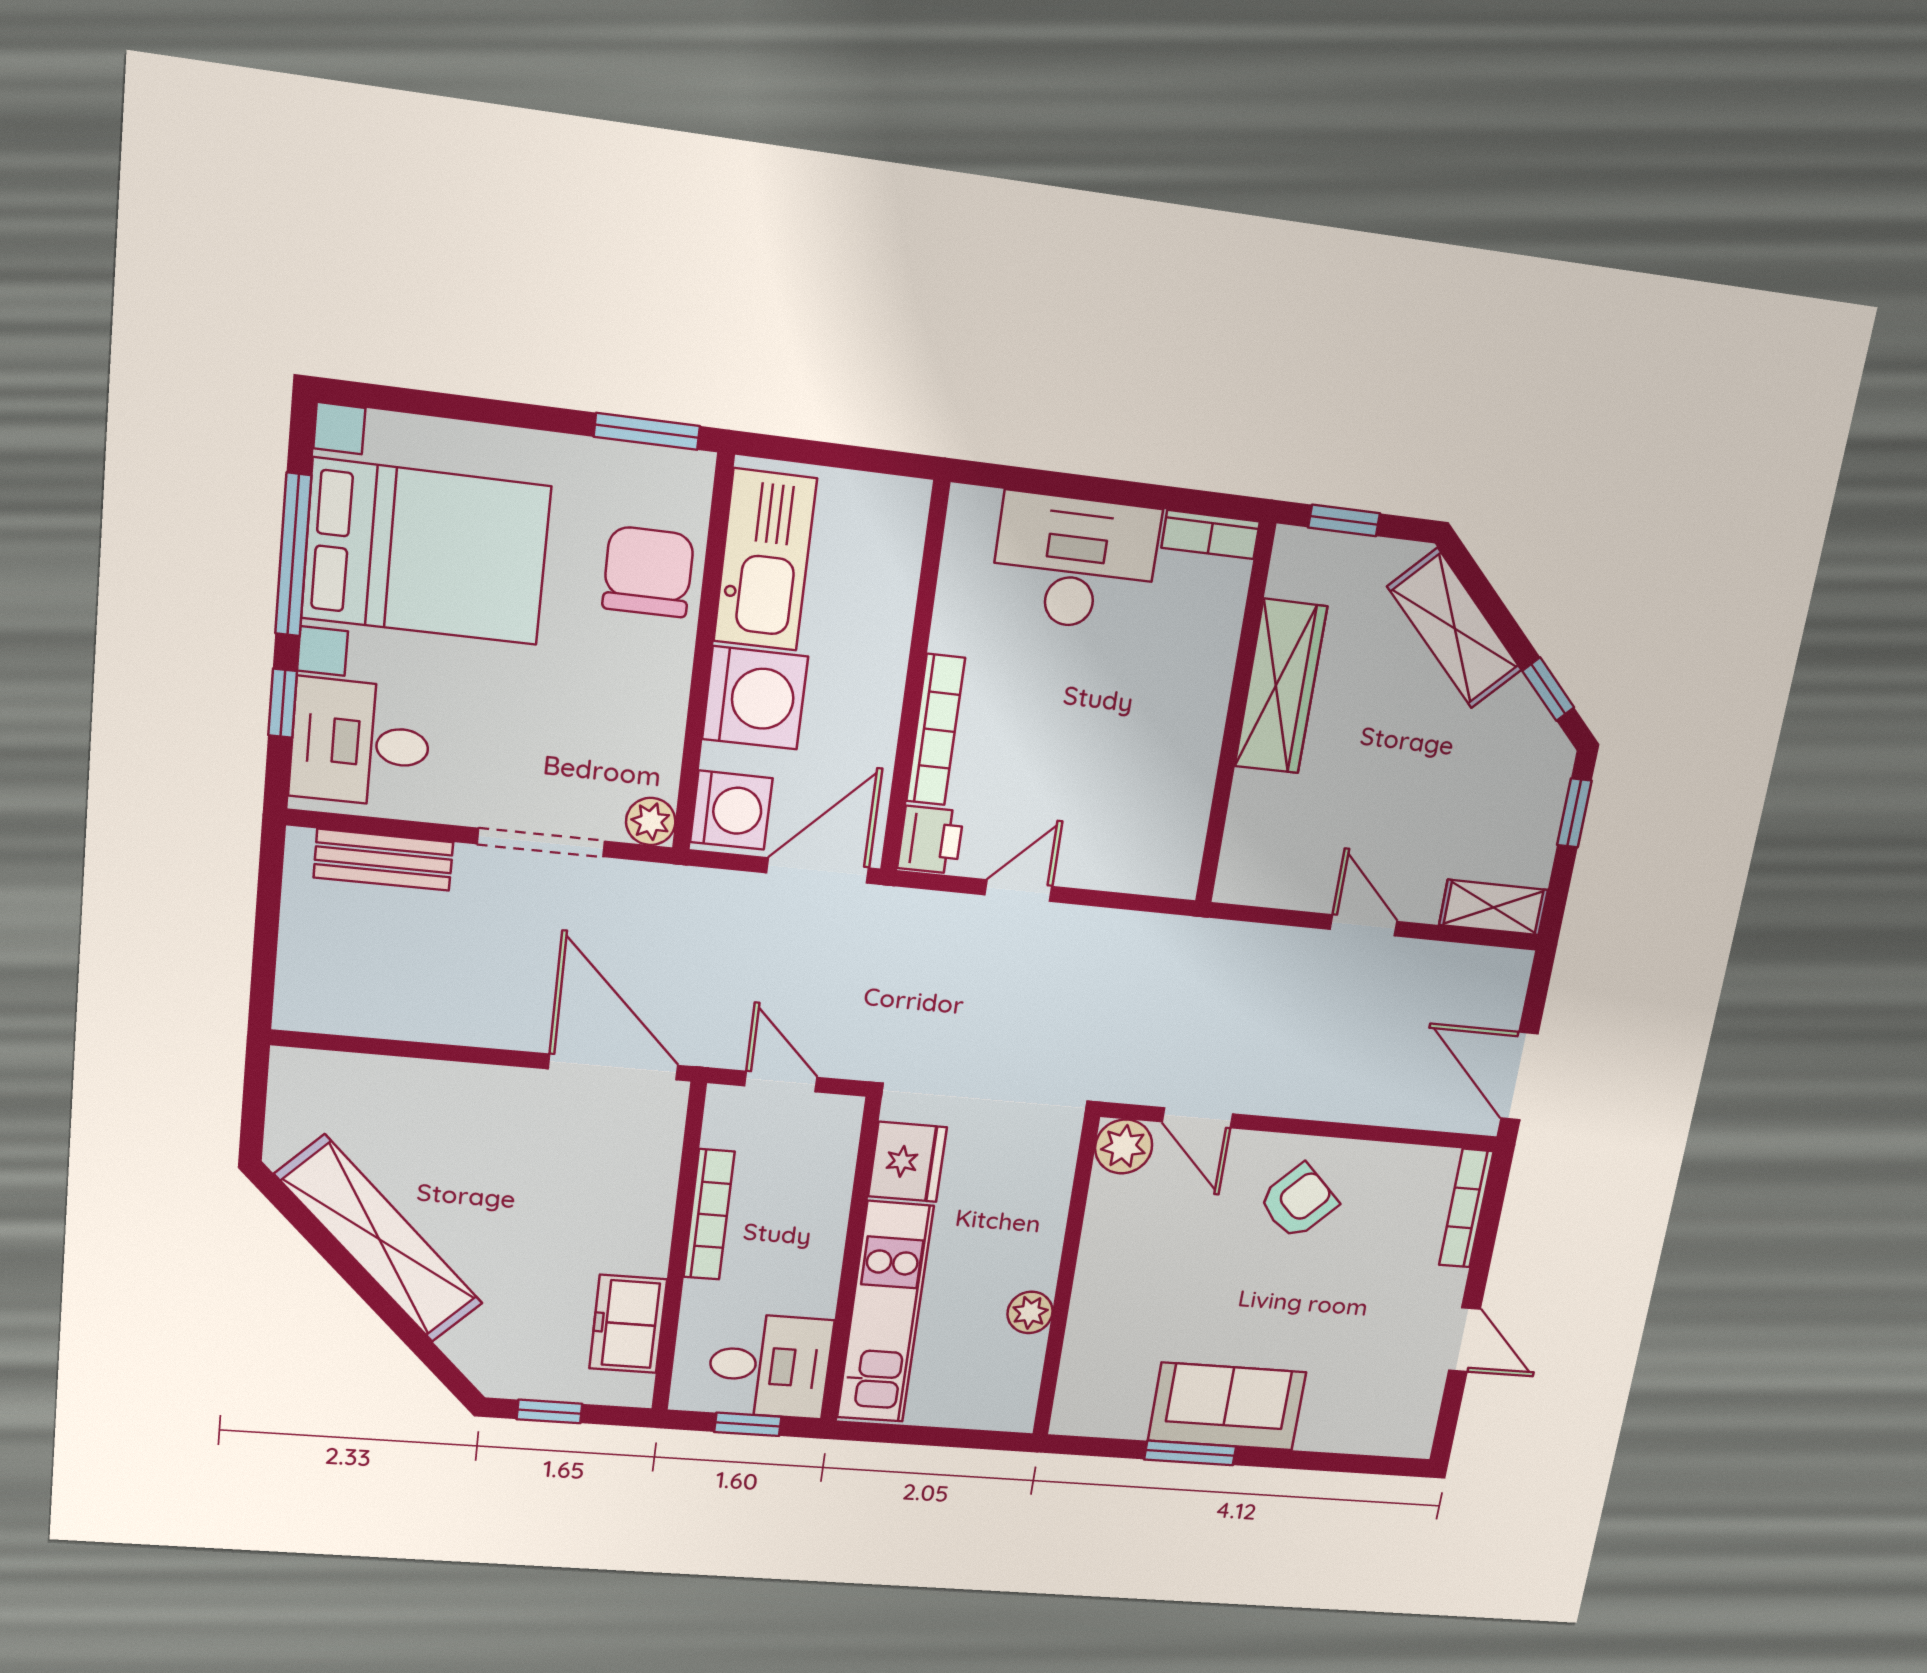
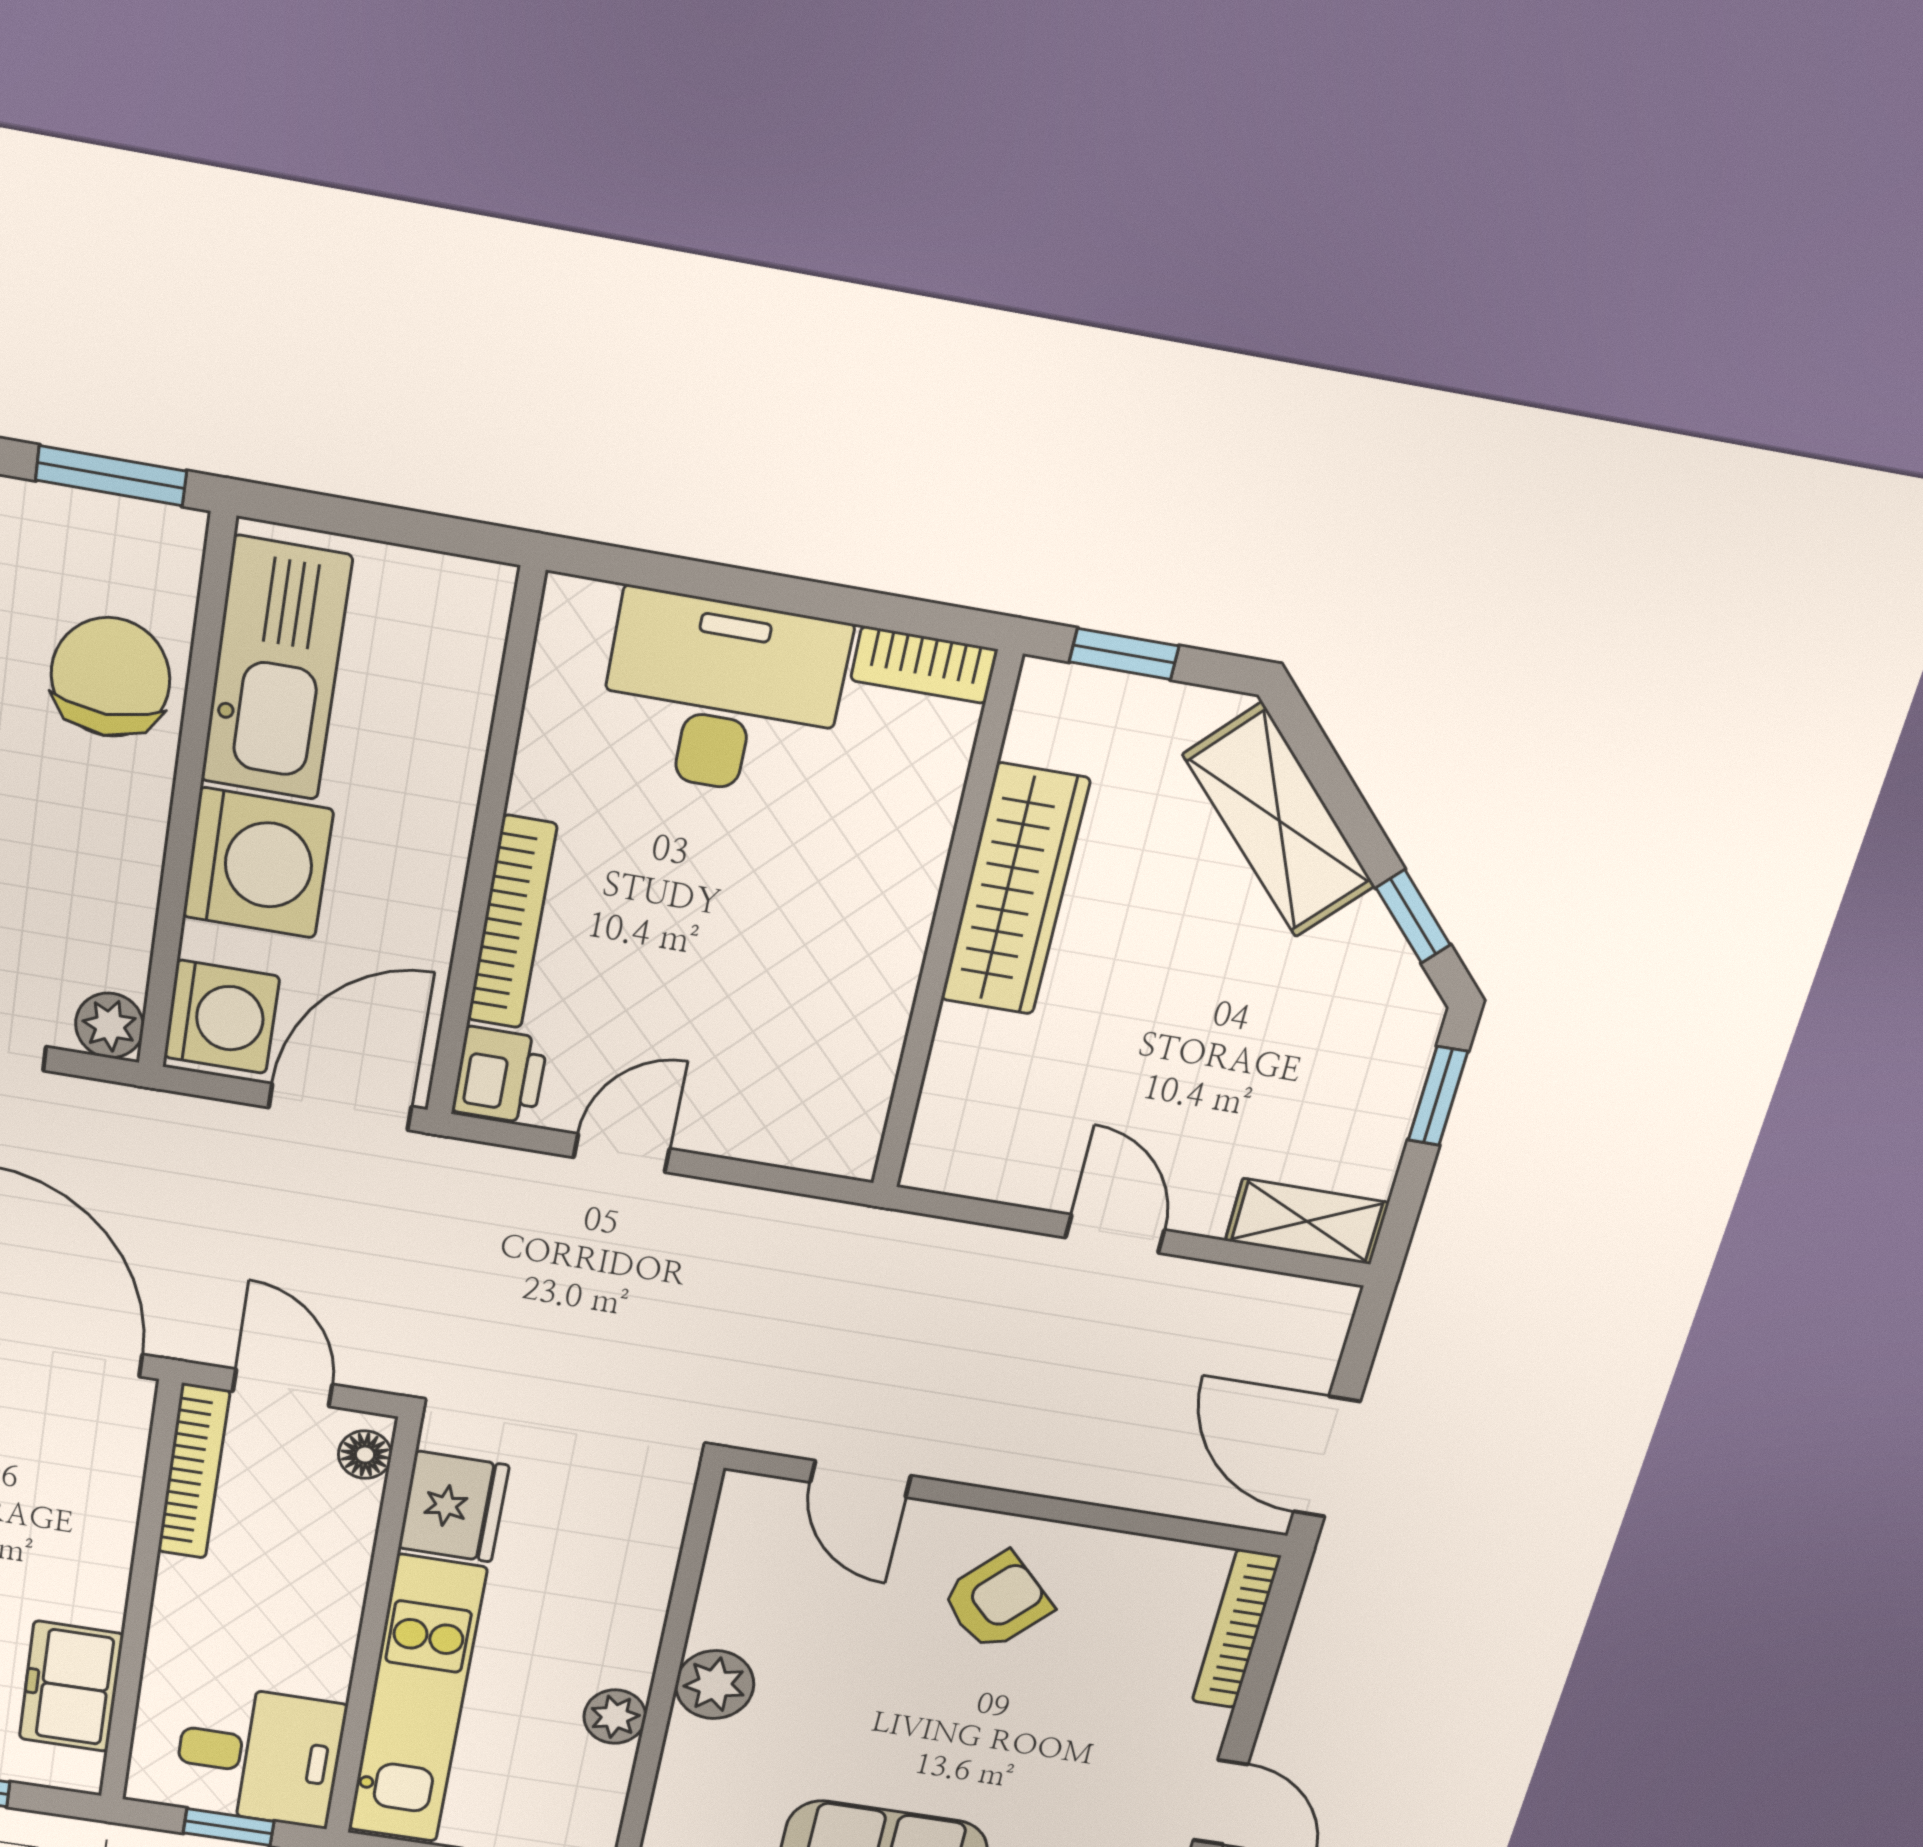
floor lamp: (842, 1127) -> (365, 1455), added
plant: (1124, 1146) -> (715, 1685), moved
bookcase: (709, 1215) -> (194, 1471), moved

